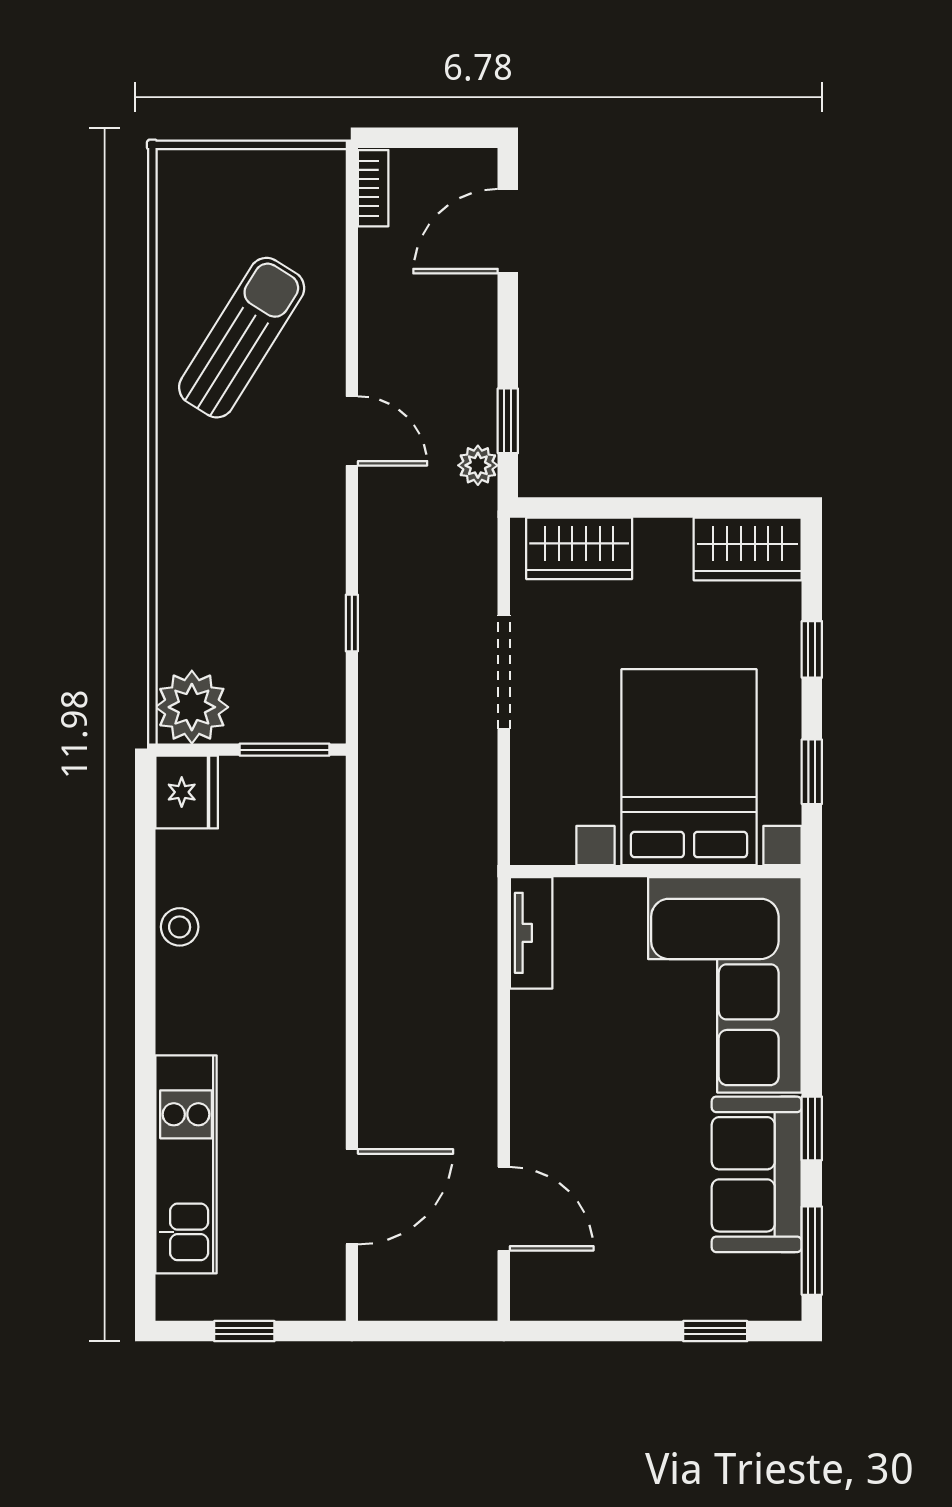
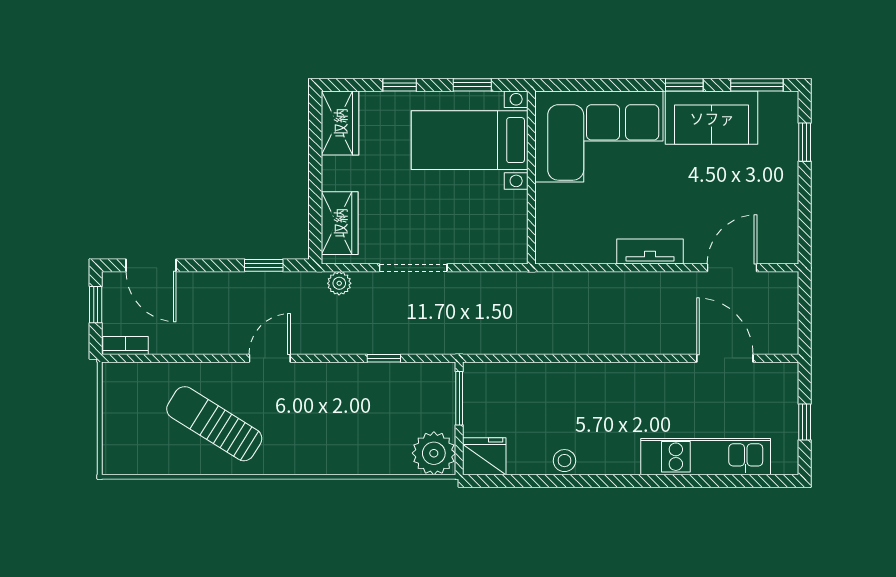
window: (442, 138) -> (96, 305), added
plant: (478, 465) -> (339, 283), moved
bed with nightstands: (689, 767) -> (470, 140), width x0.73
tv unit: (531, 933) -> (650, 252), moved

